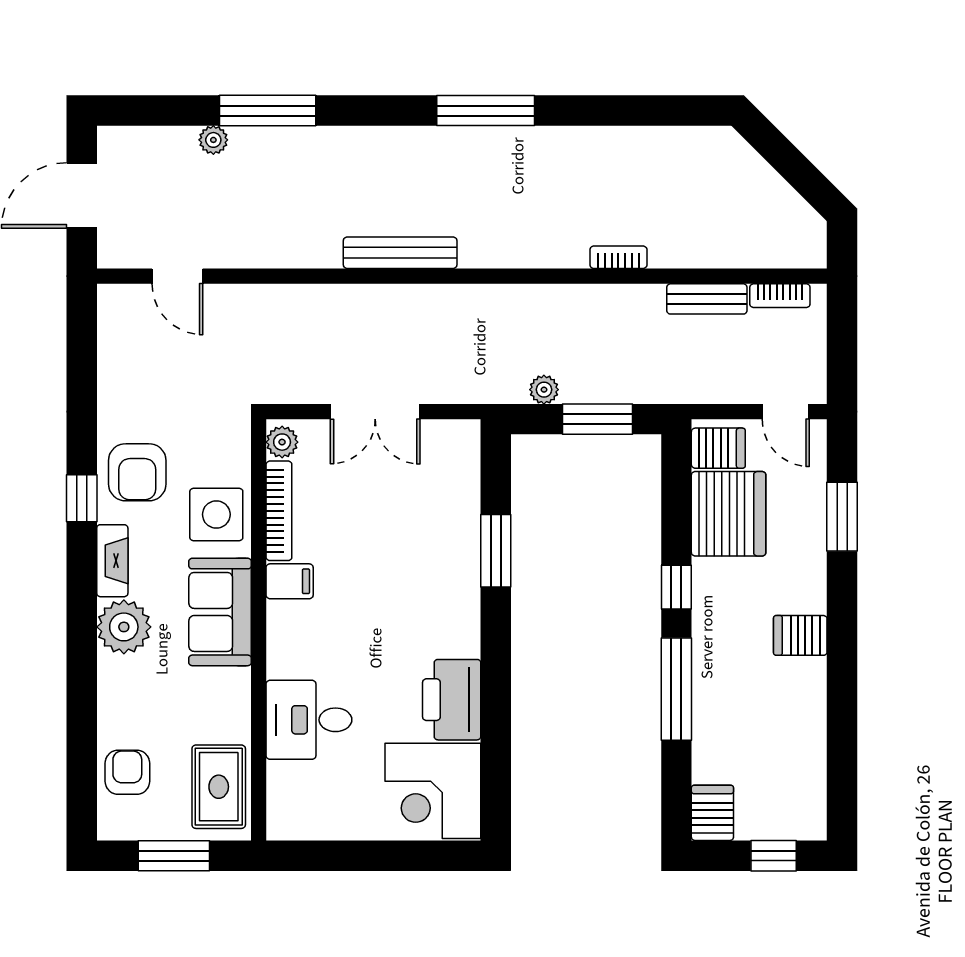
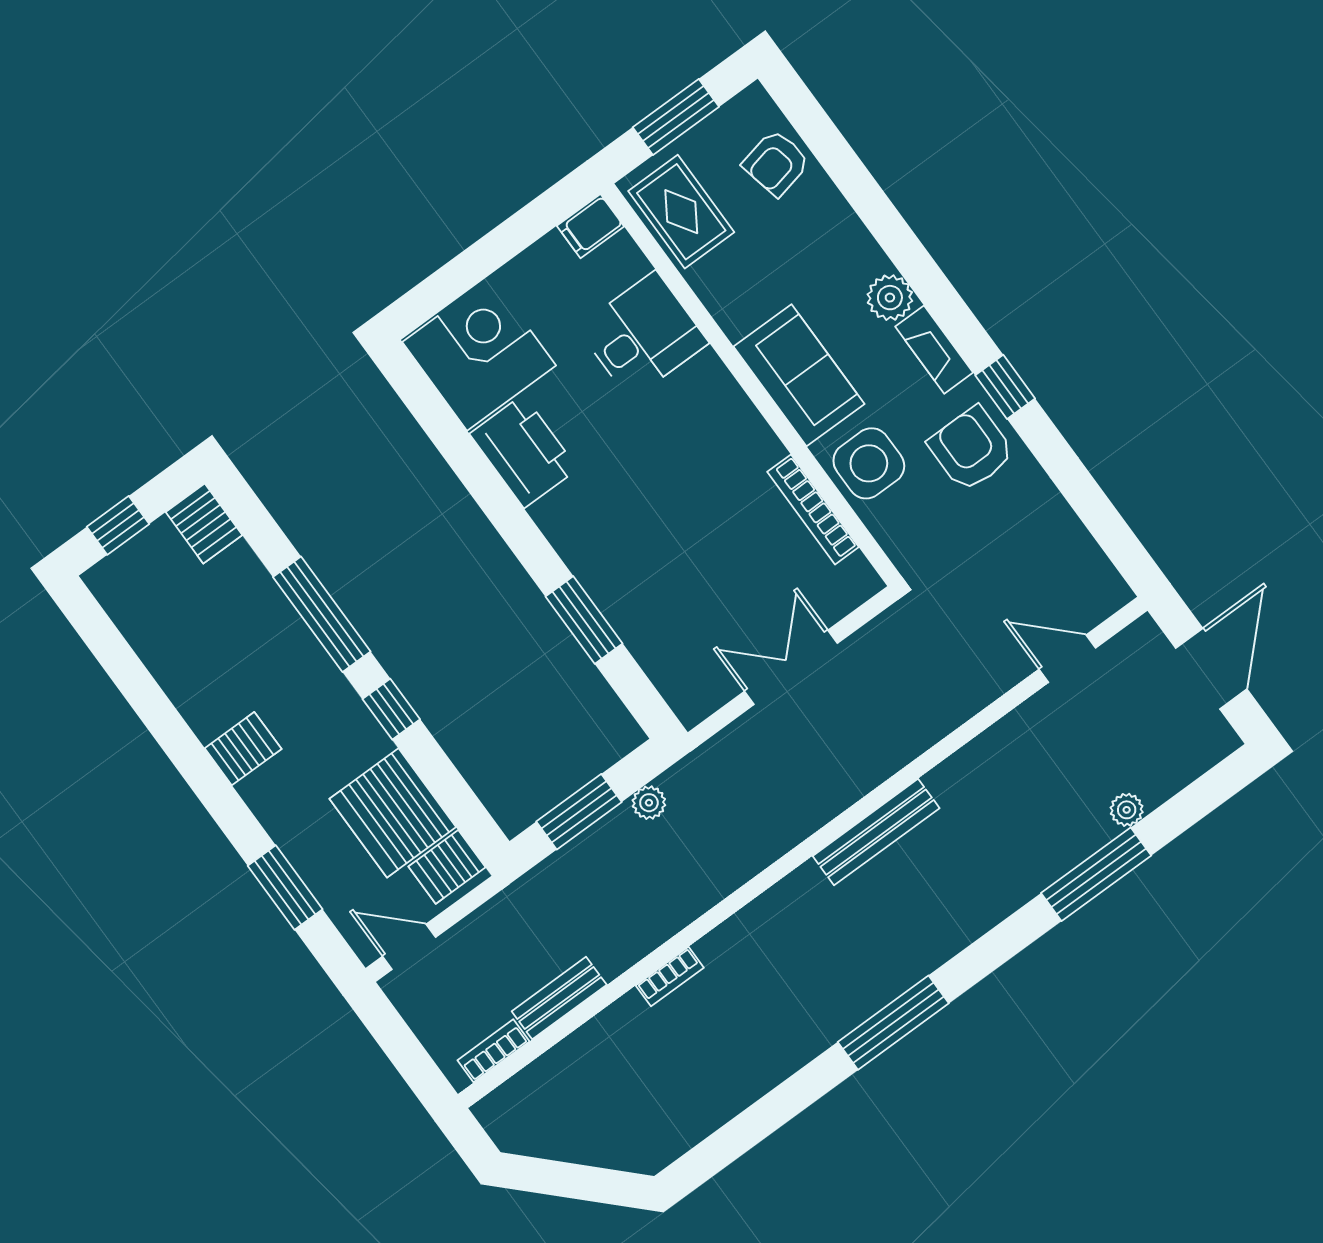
plant: (282, 442) -> (857, 576), removed
filing cabinet: (290, 581) -> (590, 226), moved
plant: (124, 627) -> (890, 298), width x0.73, depth x0.73
armchair: (127, 772) -> (776, 163), turned 78

